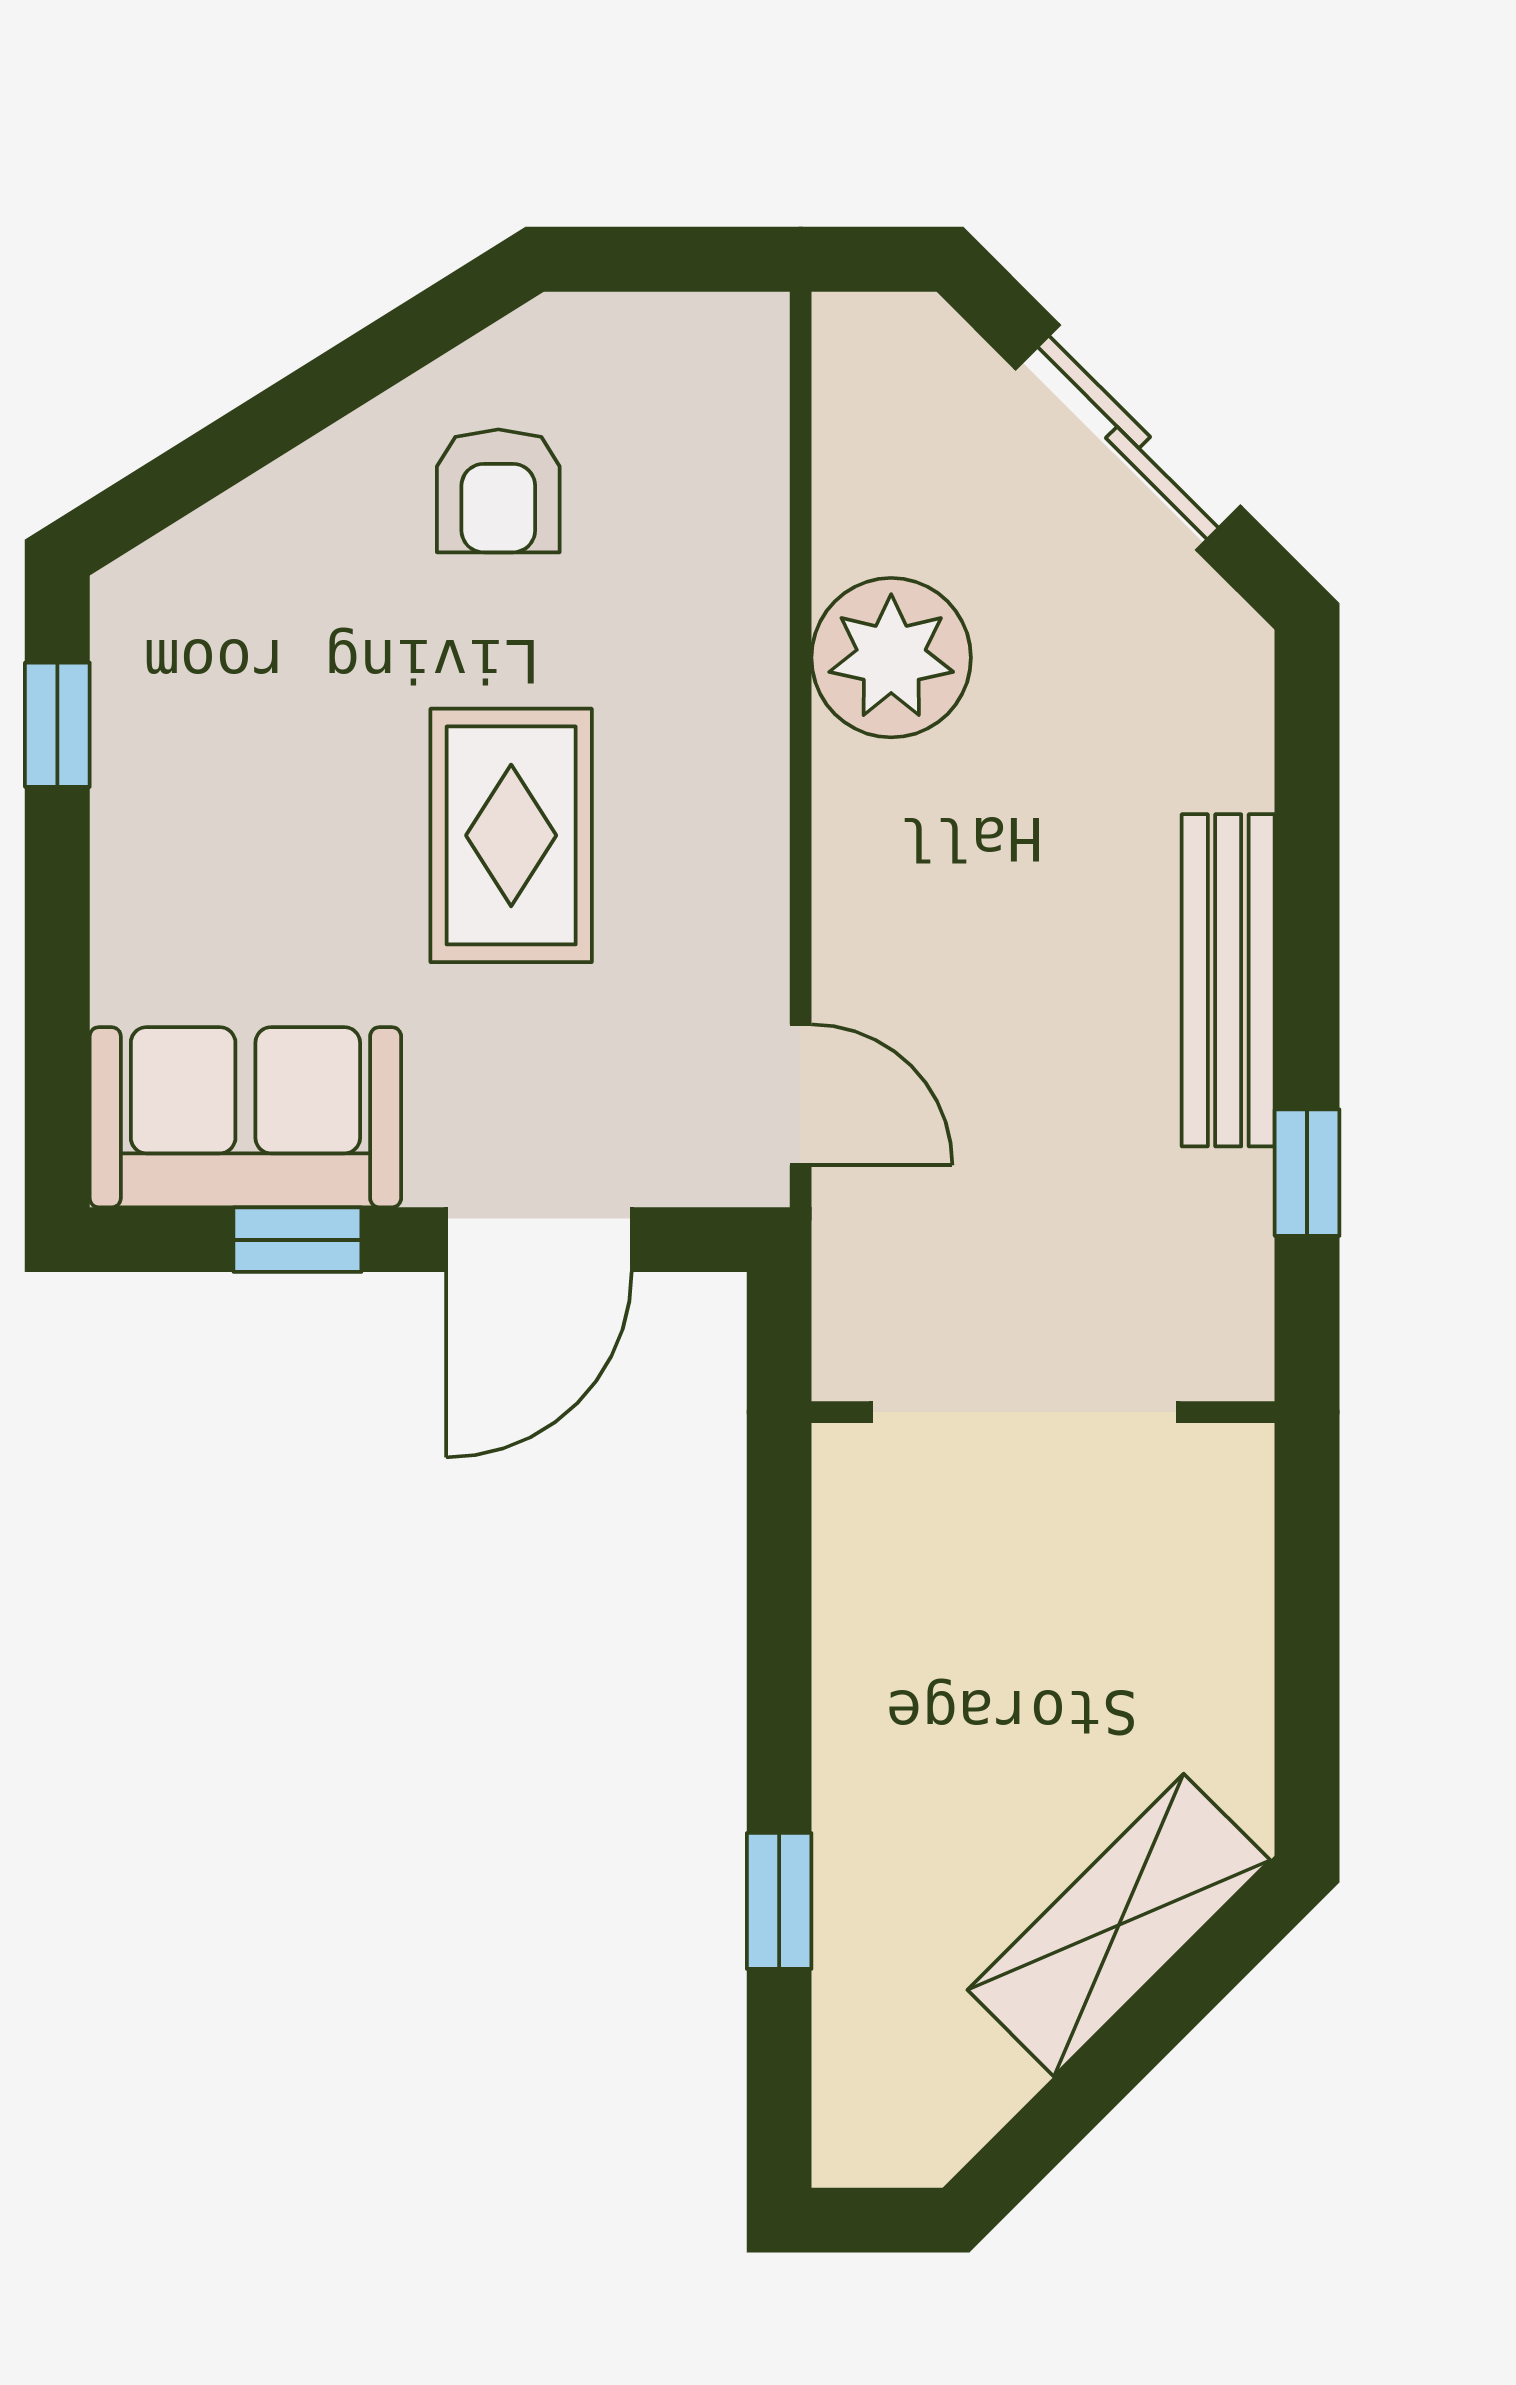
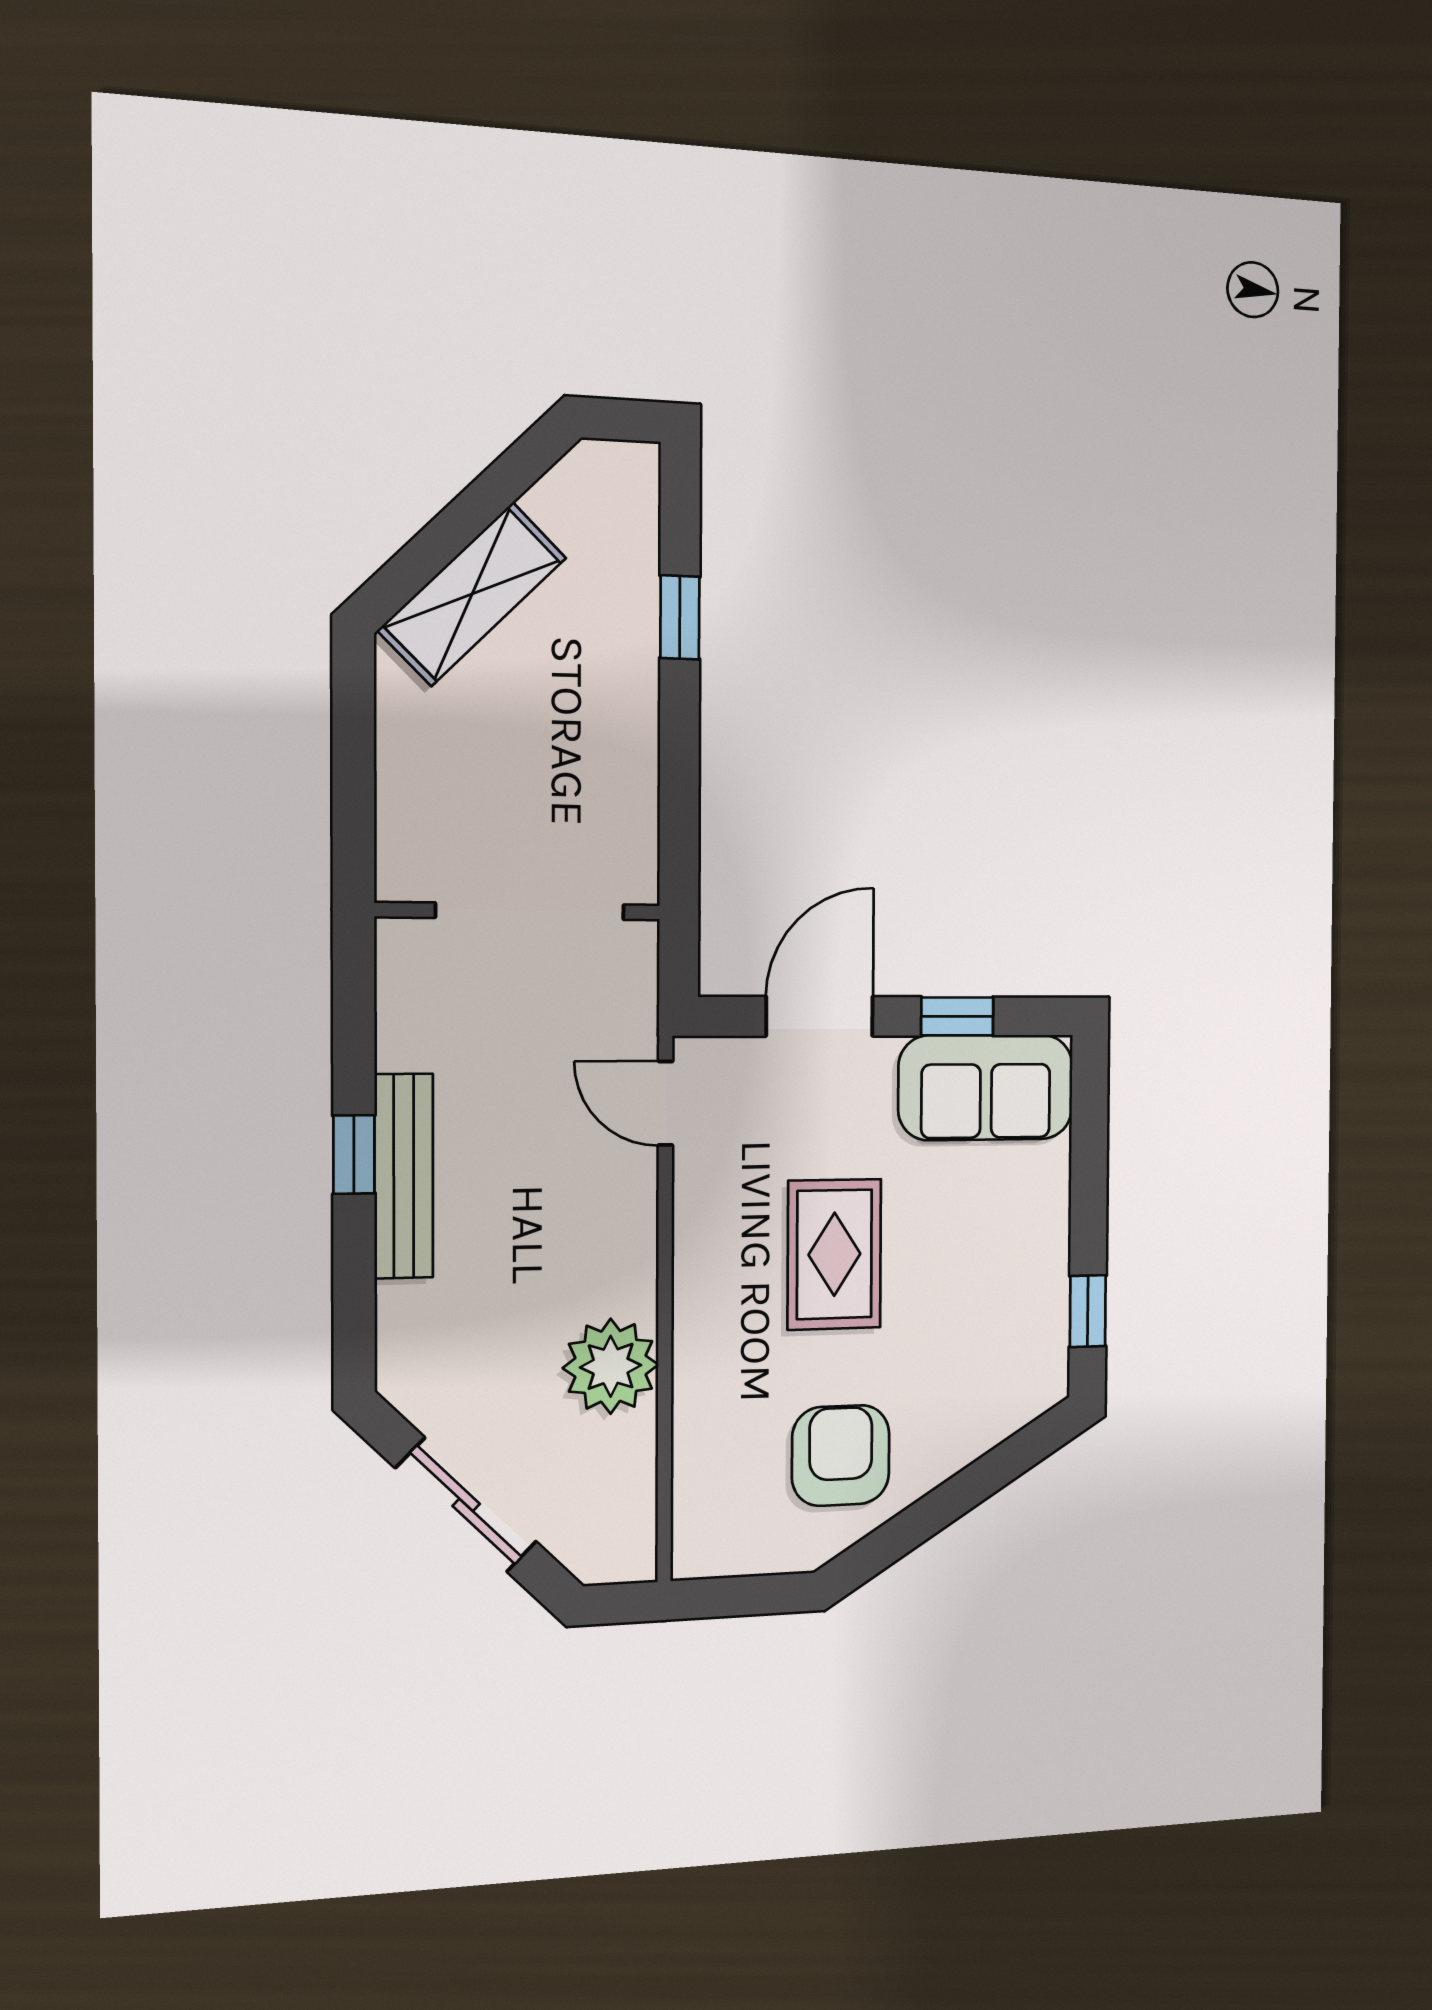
armchair: (498, 491) -> (841, 1455), width x1.38, depth x1.38
window: (1307, 1173) -> (354, 1154), moved

